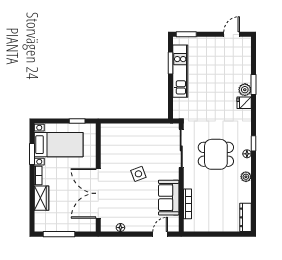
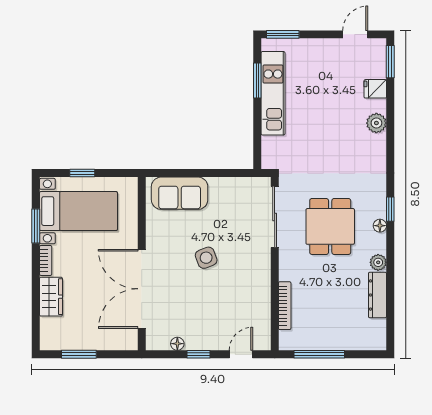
window: (253, 85) -> (390, 62), moved
fridge: (244, 103) -> (375, 89), moved
window: (77, 121) -> (82, 173), moved
dining table: (216, 154) -> (330, 226), turned 90
sofa: (169, 198) -> (180, 193), moved, turned -90
dresser: (245, 217) -> (377, 295), moved
window: (59, 234) -> (79, 354), width x0.69
window: (134, 234) -> (198, 354), added
window: (209, 234) -> (319, 354), added

